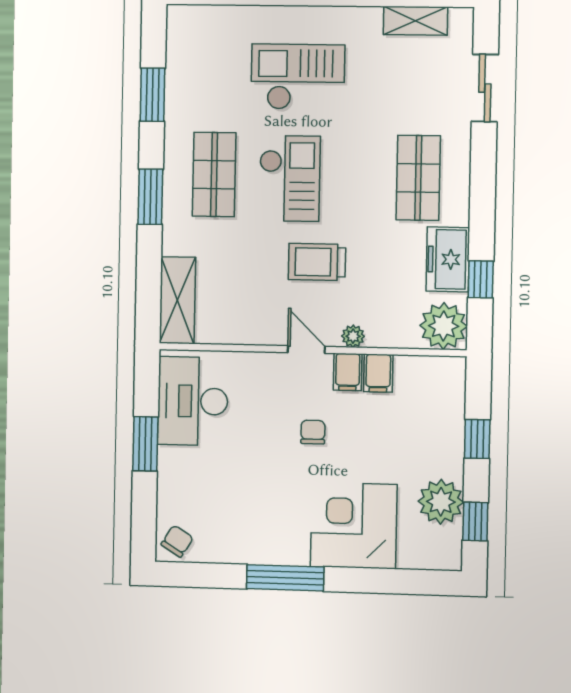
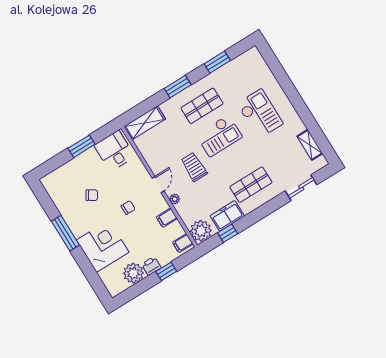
filing cabinet: (348, 372) -> (183, 243), moved
desk: (193, 401) -> (114, 151), width x0.73
printer: (449, 460) -> (151, 266), added
window: (475, 522) -> (135, 291), removed
chair: (177, 541) -> (92, 195), moved

